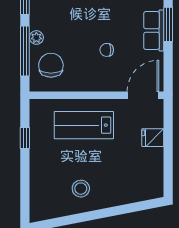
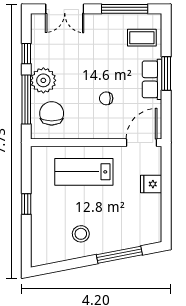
plant: (36, 38) -> (43, 80), width x1.88, depth x1.88
window: (25, 138) -> (26, 204), moved
window: (120, 210) -> (119, 255), added

